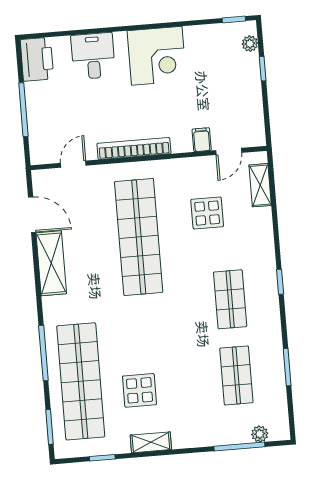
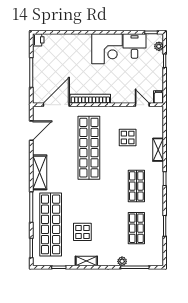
desk: (93, 56) -> (134, 46), moved
printer: (37, 59) -> (38, 40), width x0.53, depth x0.68
filing cabinet: (202, 140) -> (158, 97), moved
door: (229, 151) -> (142, 105), swing flipped
door: (73, 164) -> (56, 105), width x1.87
shelving: (260, 185) -> (158, 150), moved
door: (32, 215) -> (31, 131), hinge flipped
shelving: (51, 263) -> (40, 172), moved
plant: (260, 434) -> (122, 261), moved

